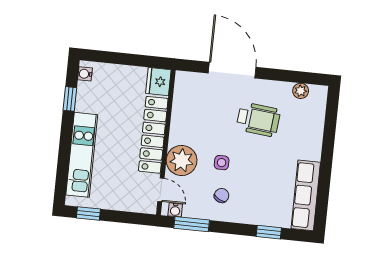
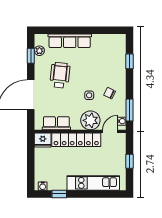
window: (294, 76) -> (31, 56), added
row of seats: (183, 106) -> (56, 123), added
row of seats: (306, 195) -> (70, 41), moved
window: (88, 213) -> (129, 161), moved

